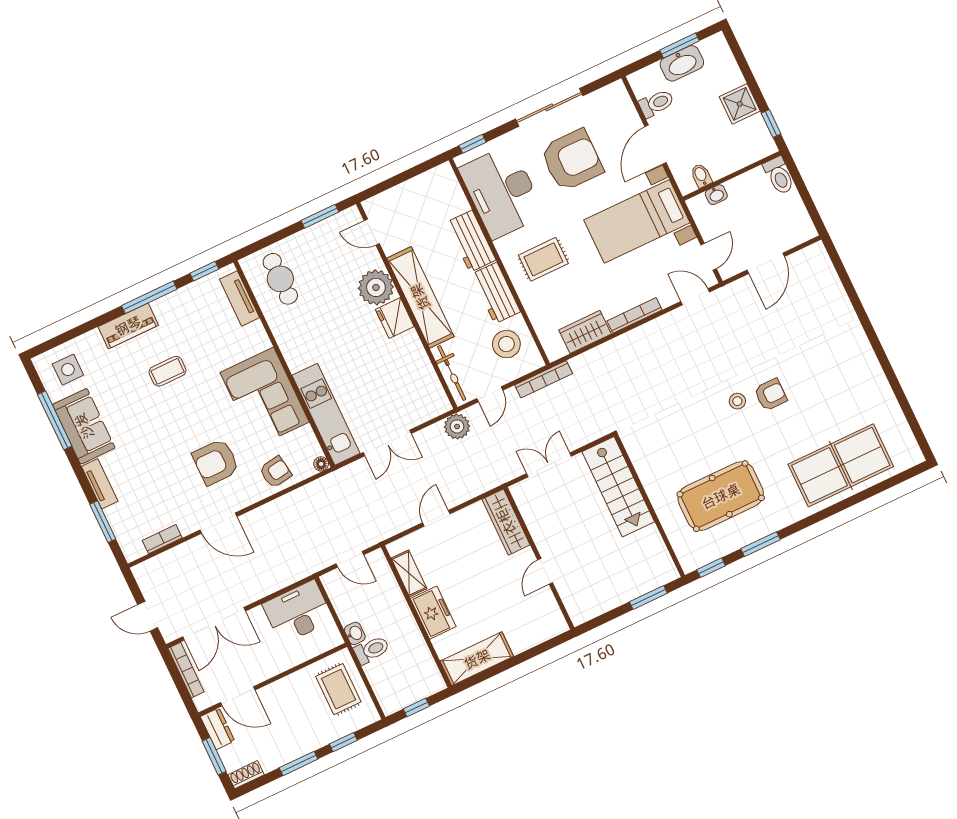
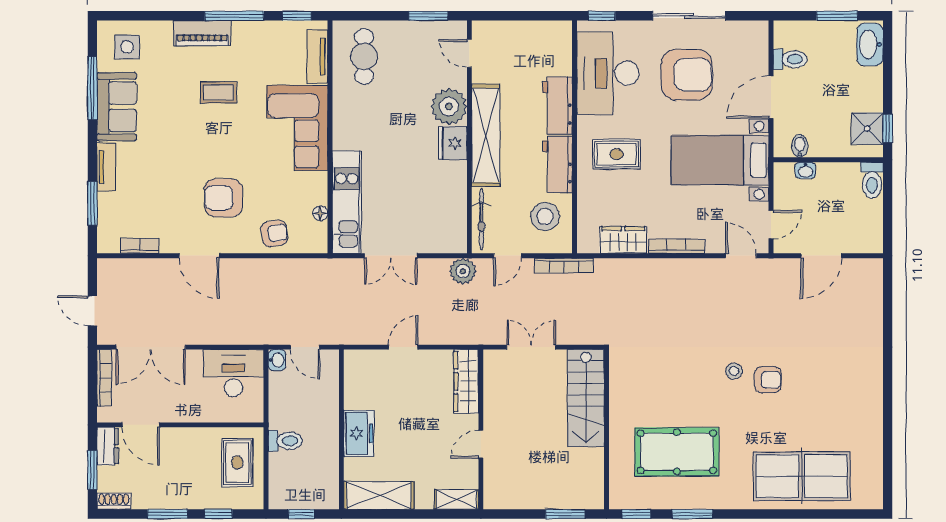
washbasin: (682, 63) -> (870, 44), moved, turned 90
shower: (740, 104) -> (867, 129), moved
corner sofa: (265, 397) -> (297, 128), moved
floor lamp: (321, 464) -> (320, 213), moved
shelving: (409, 573) -> (457, 499), moved, turned 90
washbasin: (355, 633) -> (277, 360), moved

